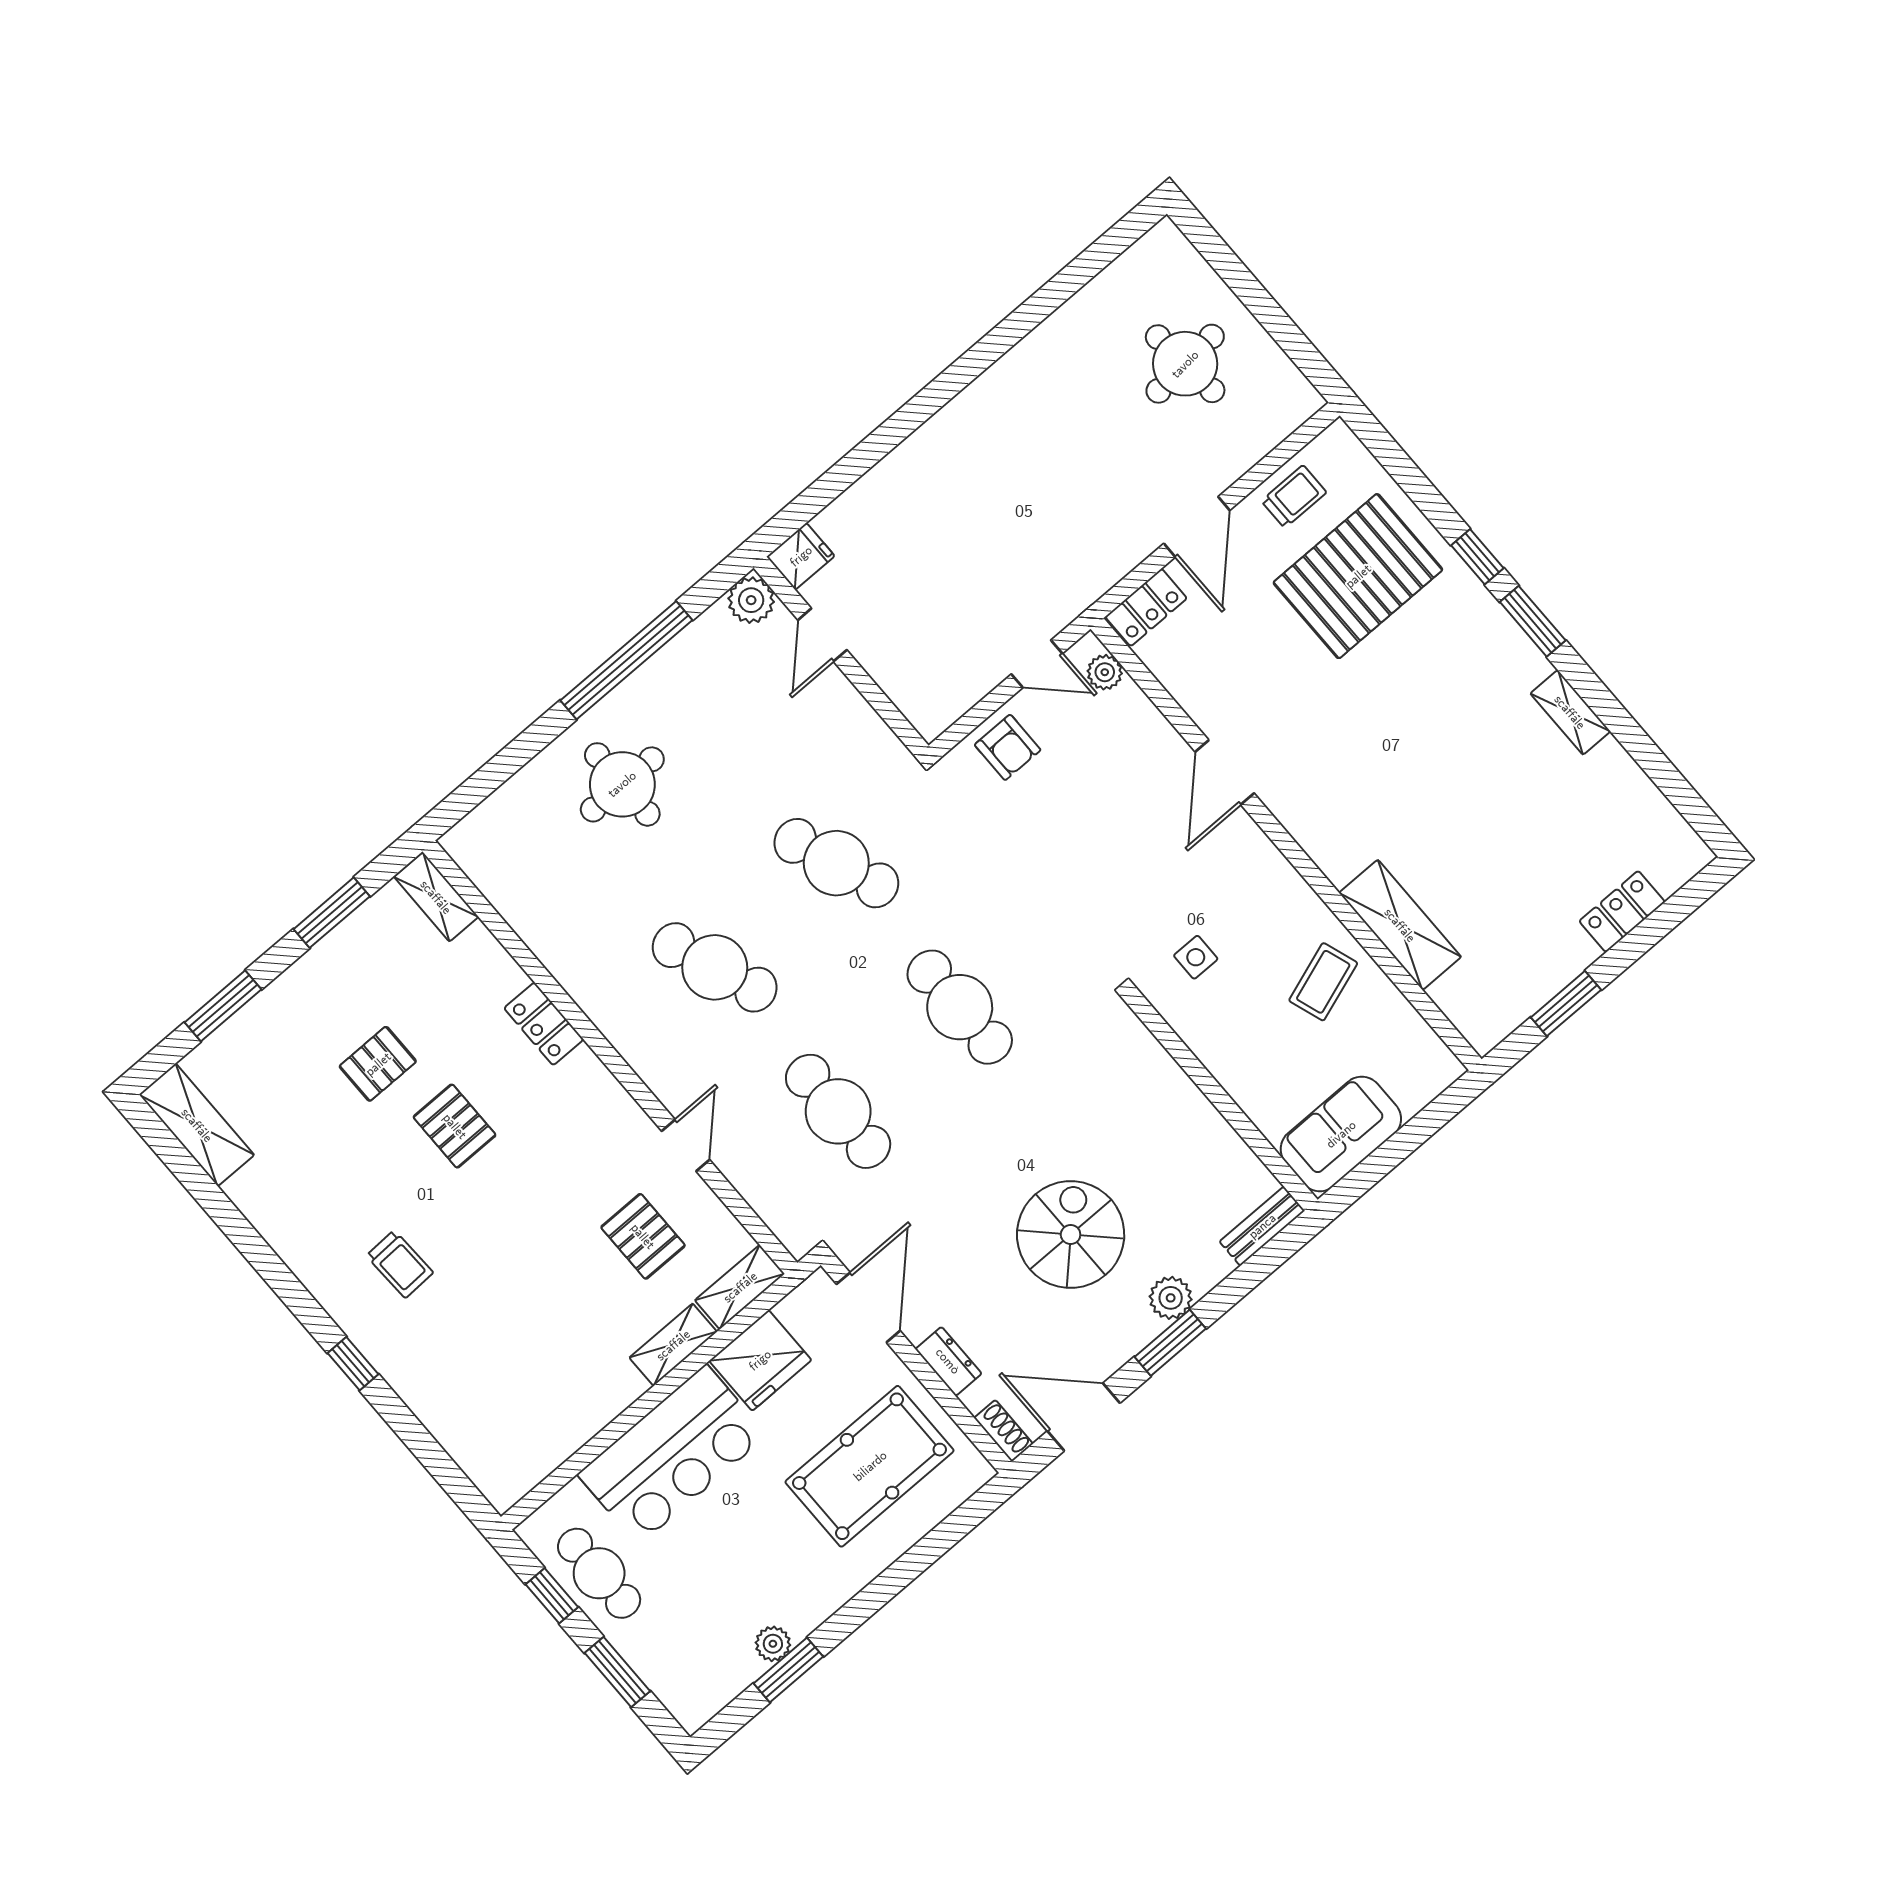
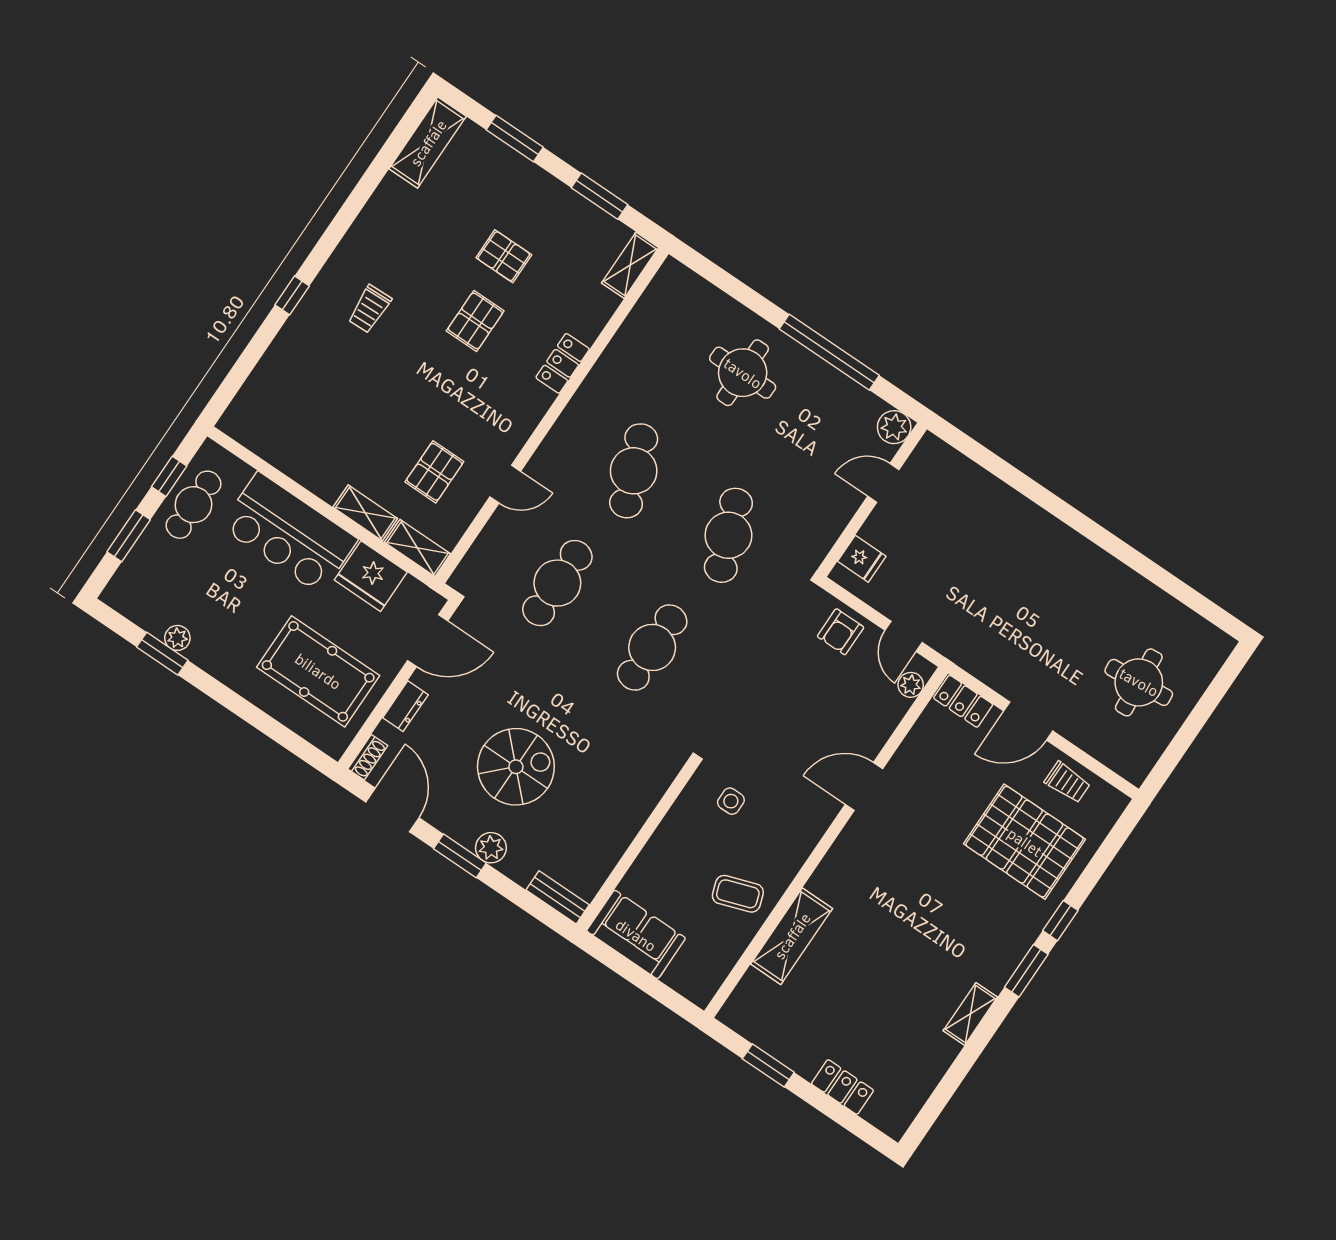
fridge: (801, 556) -> (862, 559), moved

